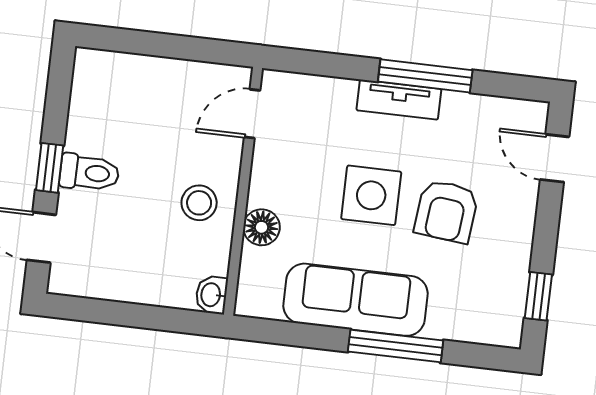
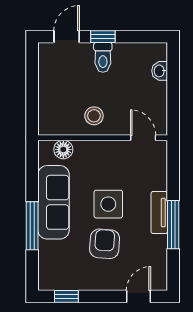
armchair: (446, 211) -> (105, 244), turned 88
floor lamp: (262, 227) -> (63, 149), moved
washbasin: (212, 295) -> (160, 71), moved, turned -90

